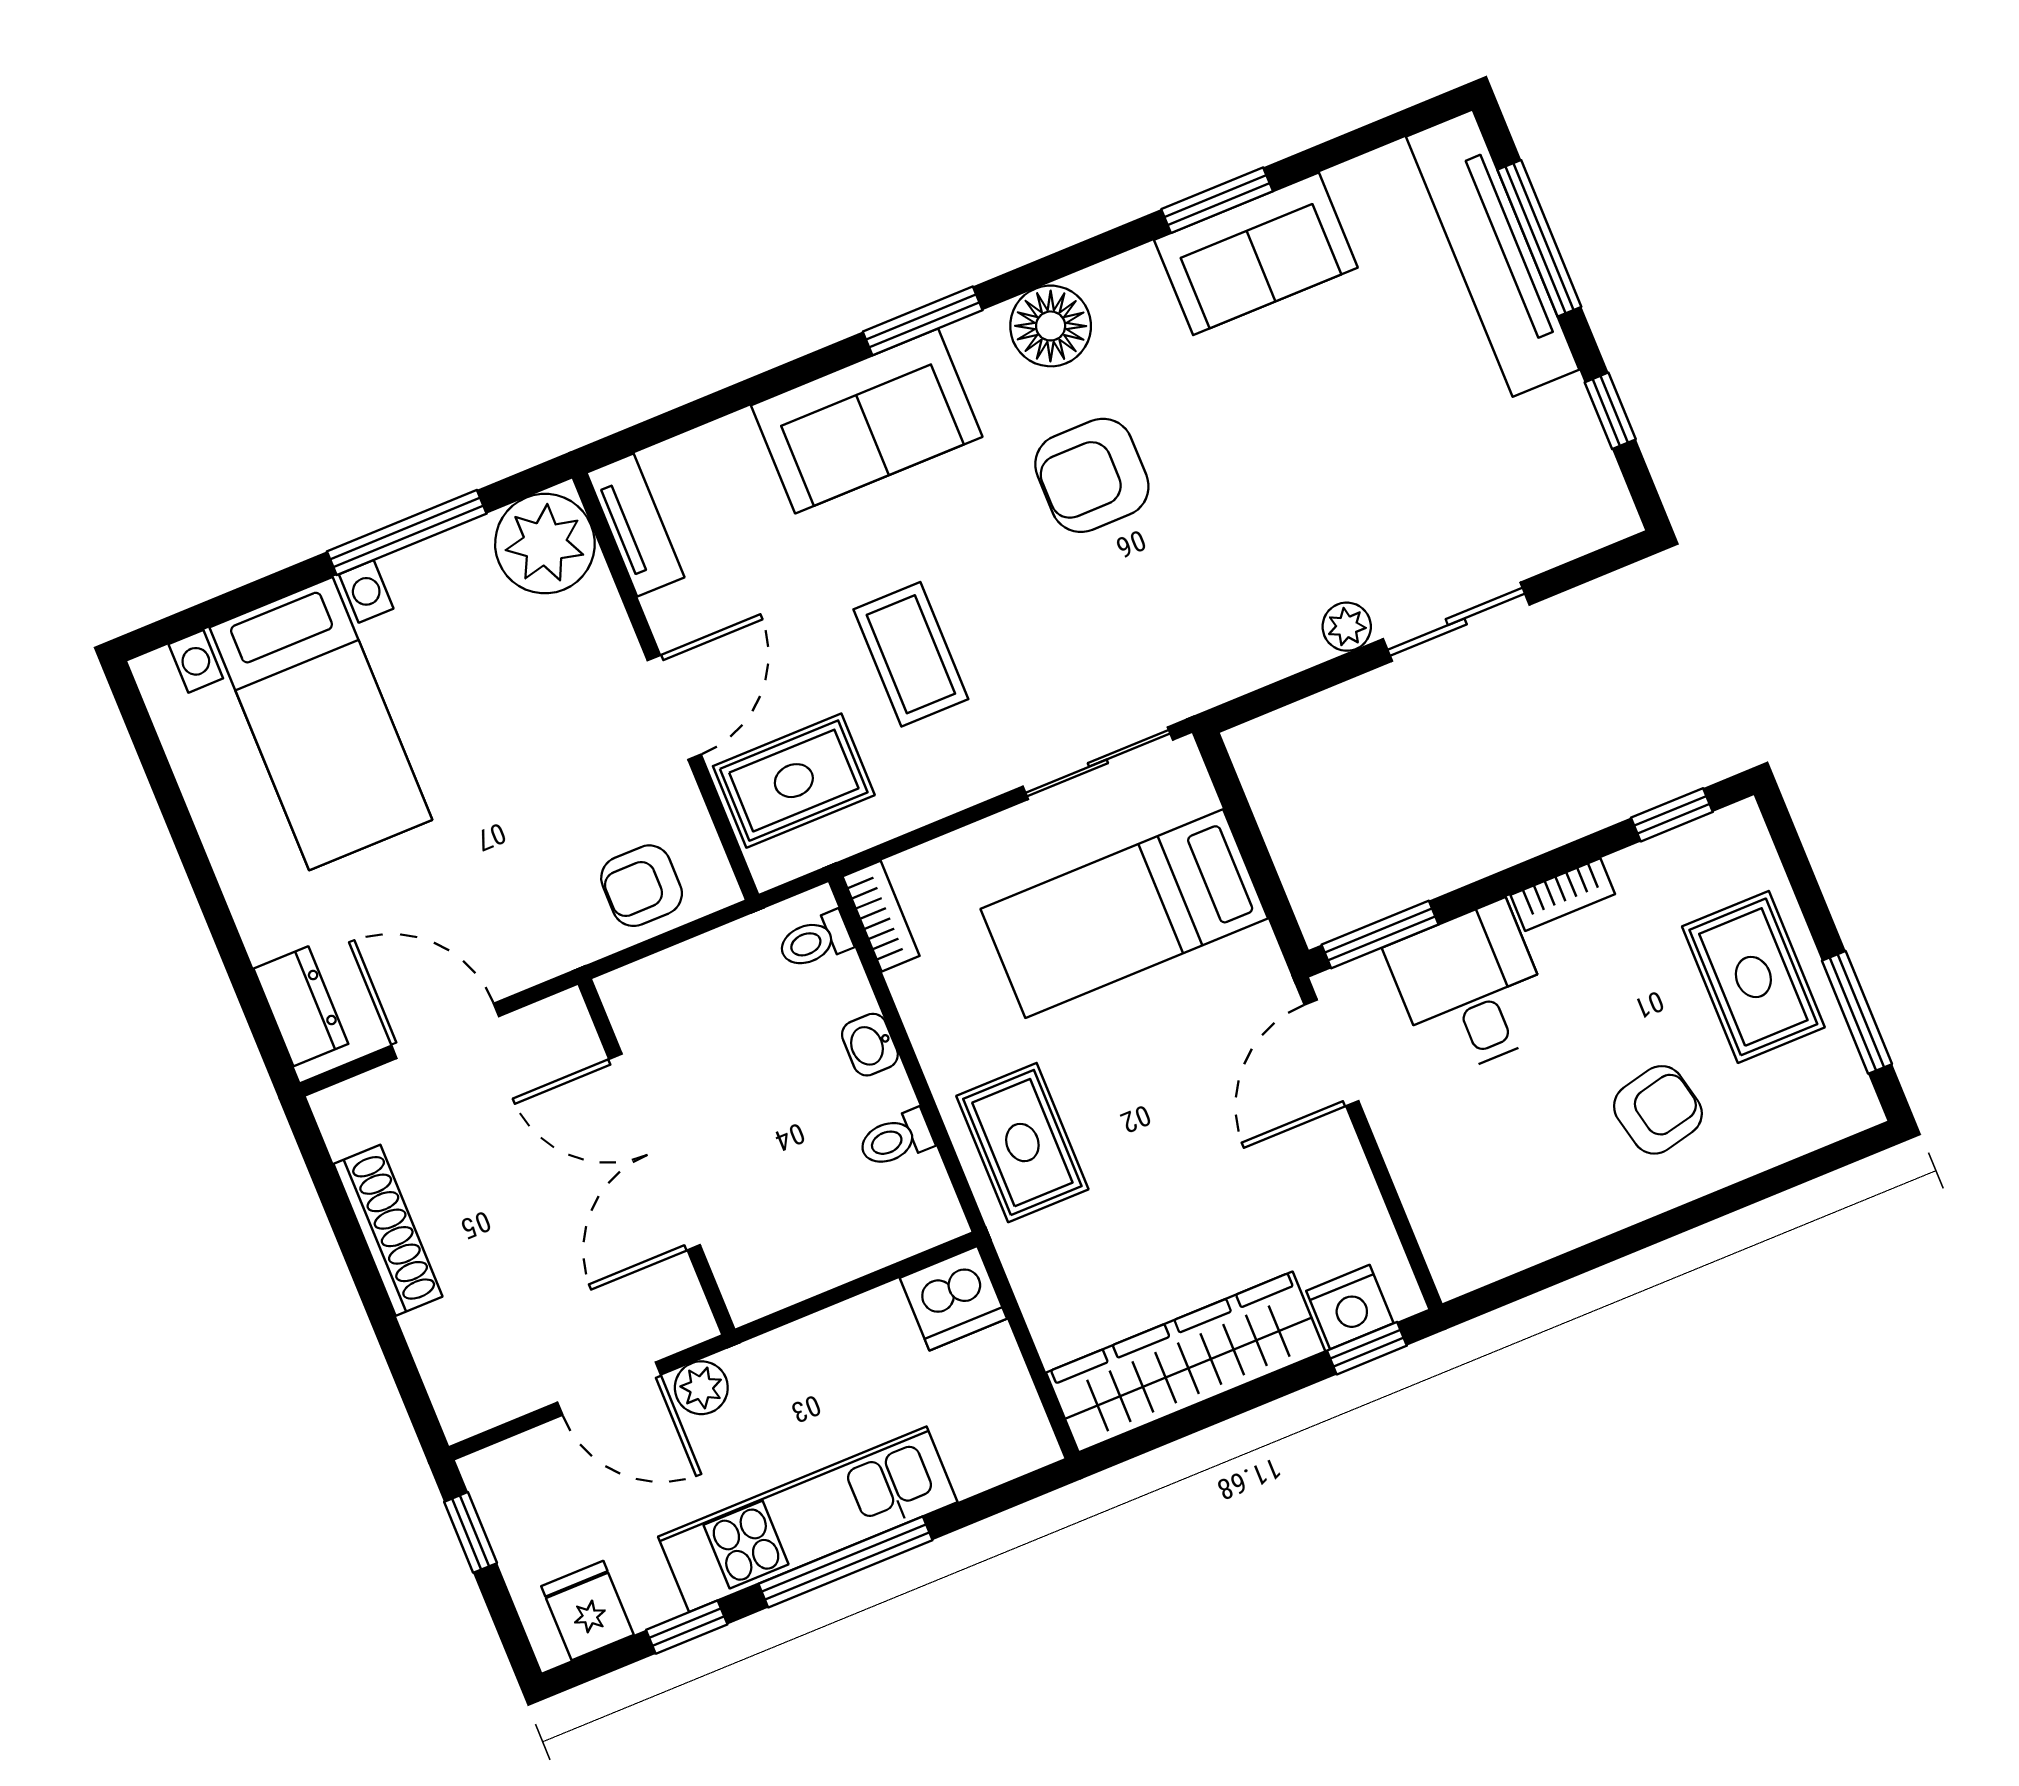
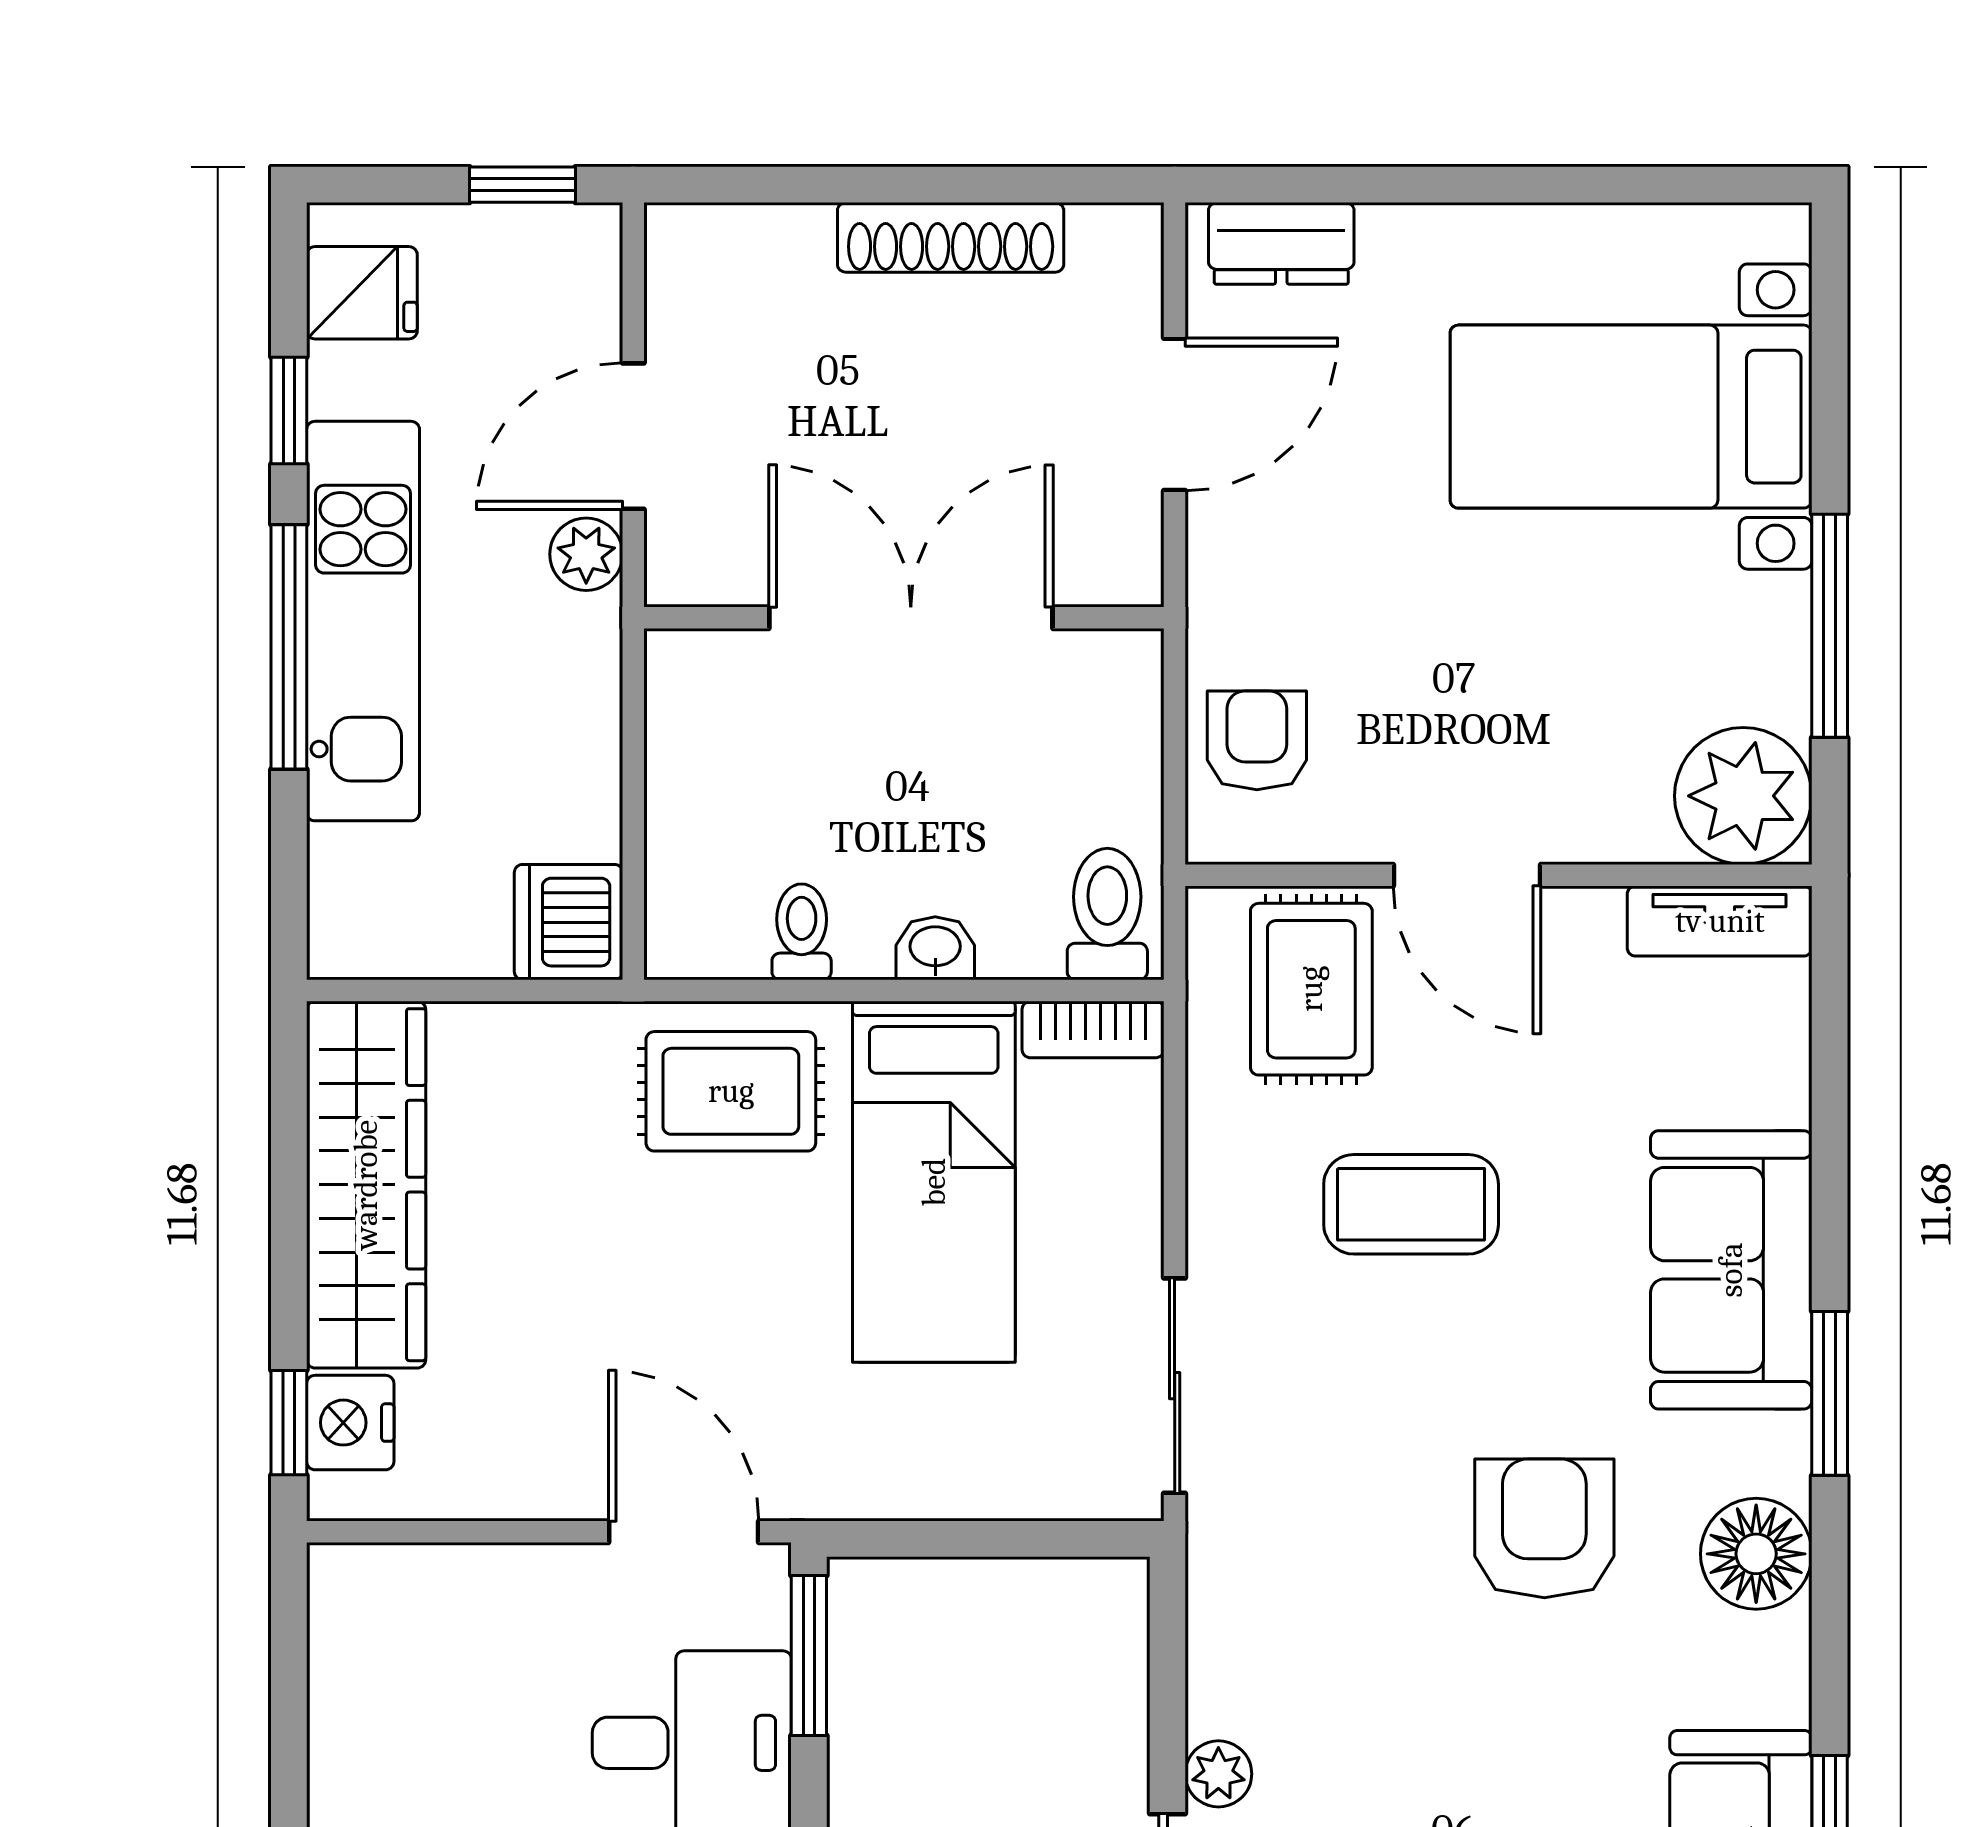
bed: (1124, 914) -> (934, 1182), moved, turned 180
toilet: (815, 941) -> (1107, 914), width x1.37, depth x1.39

